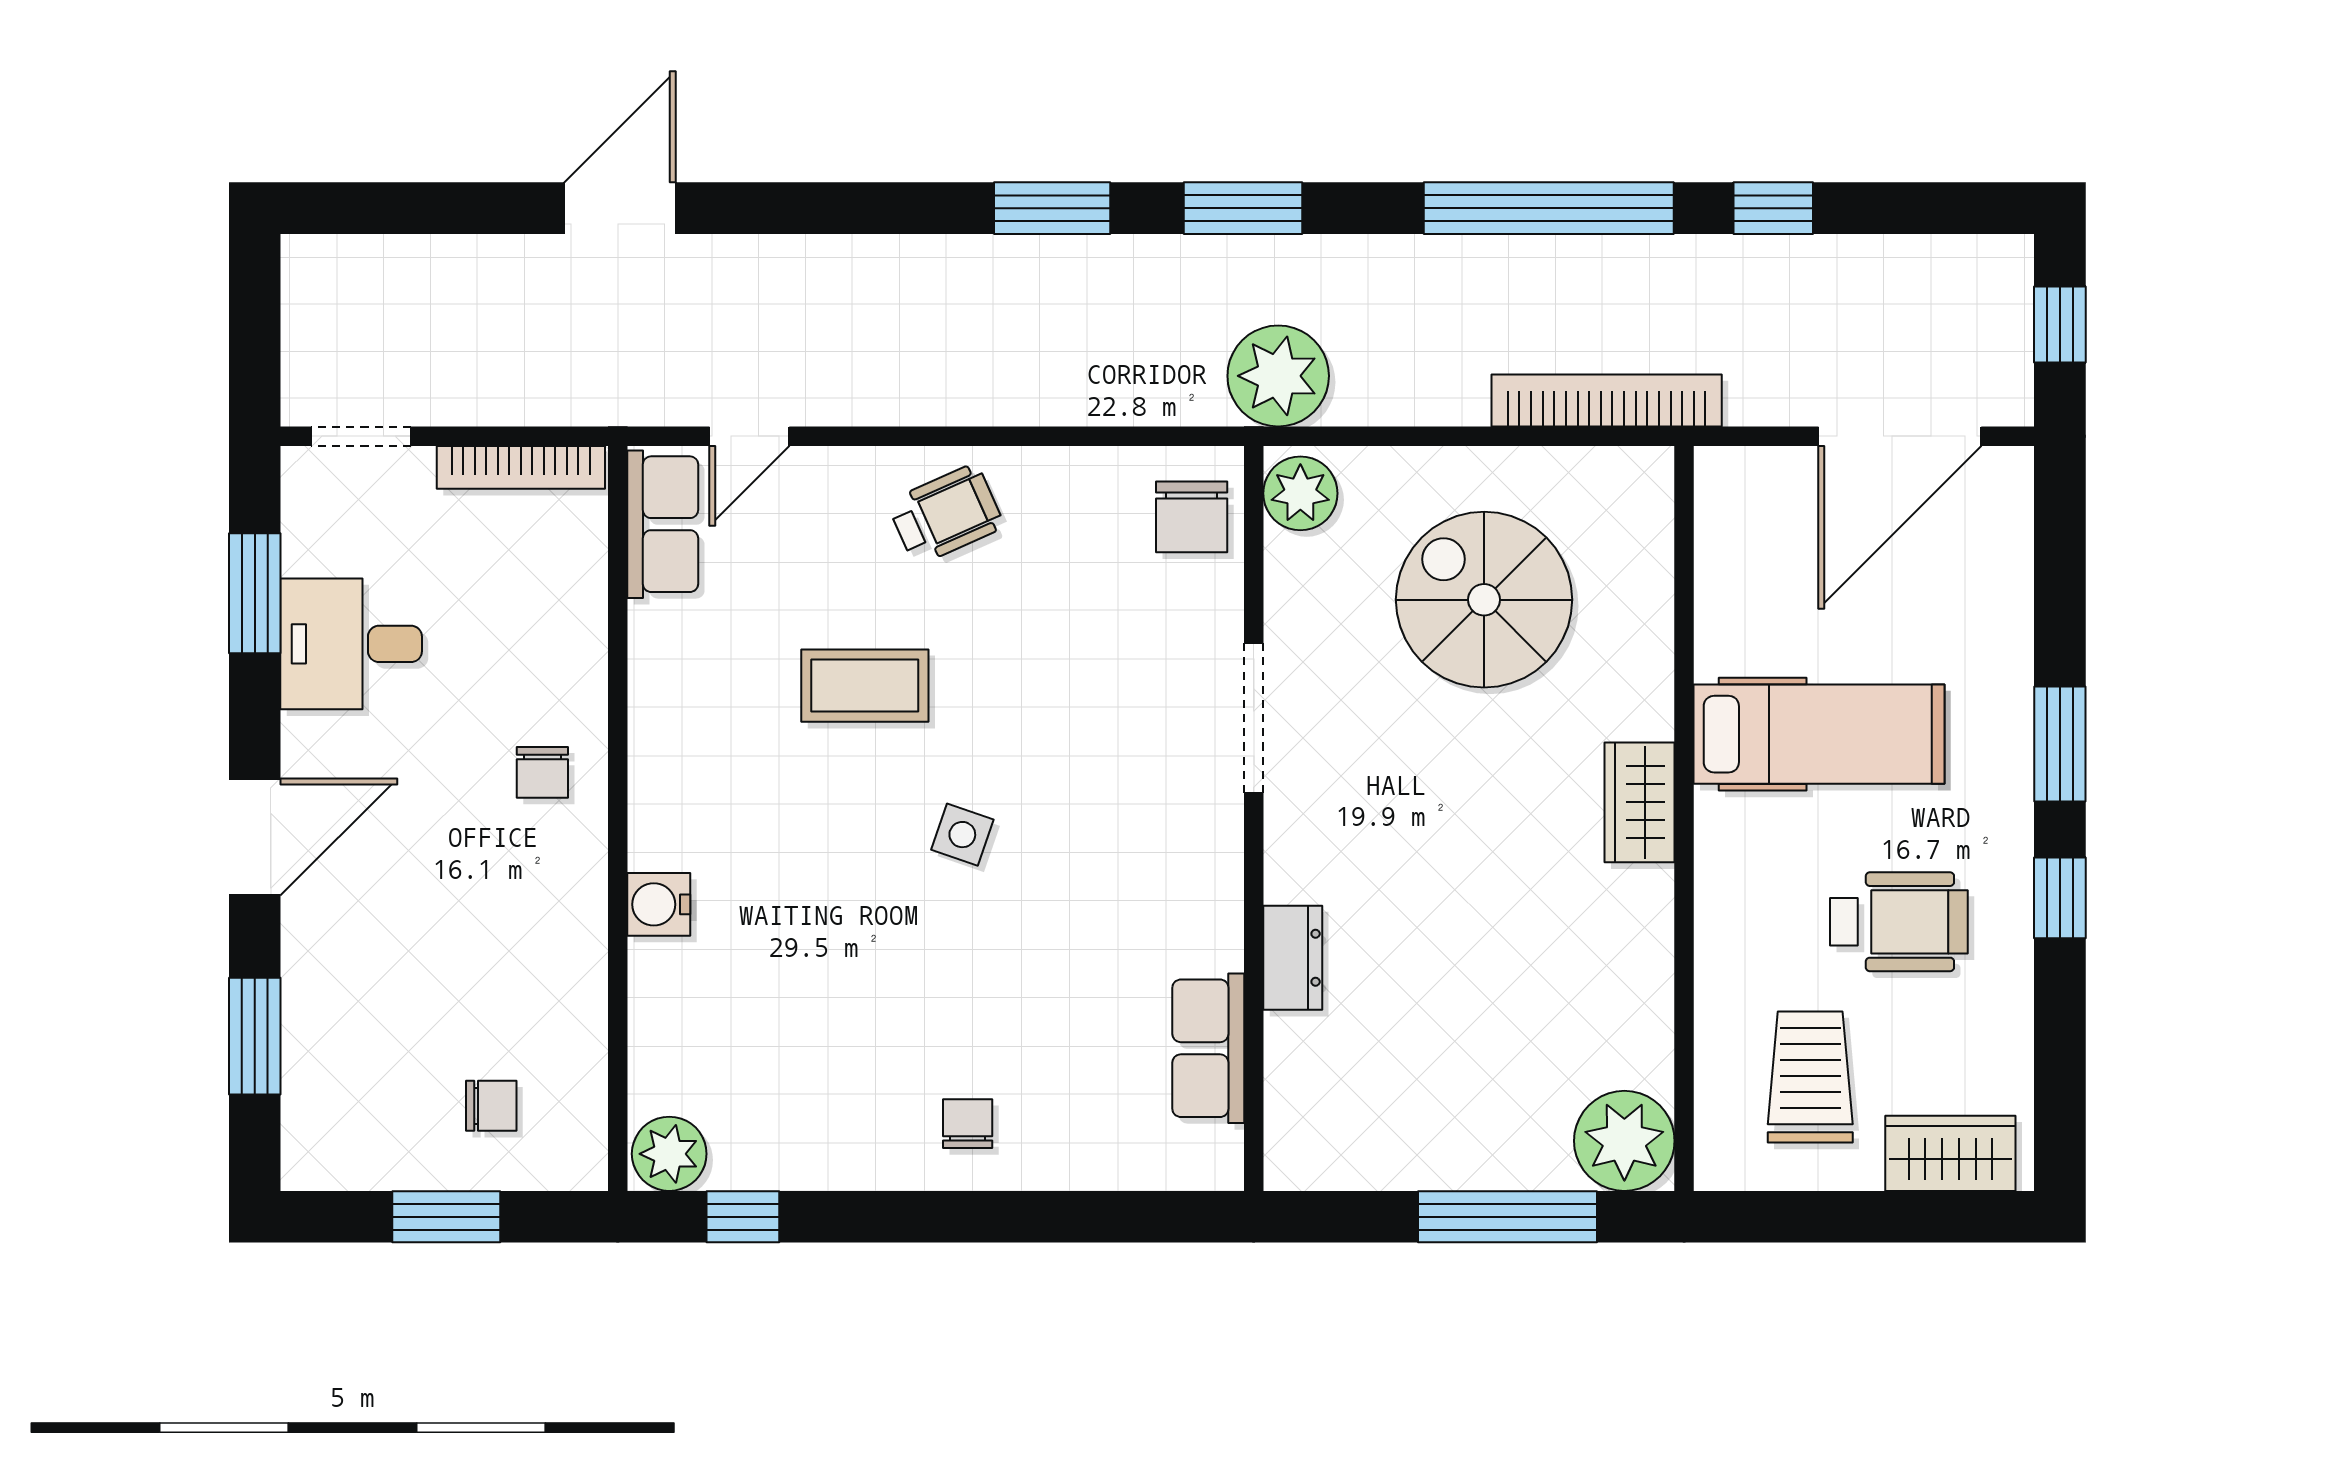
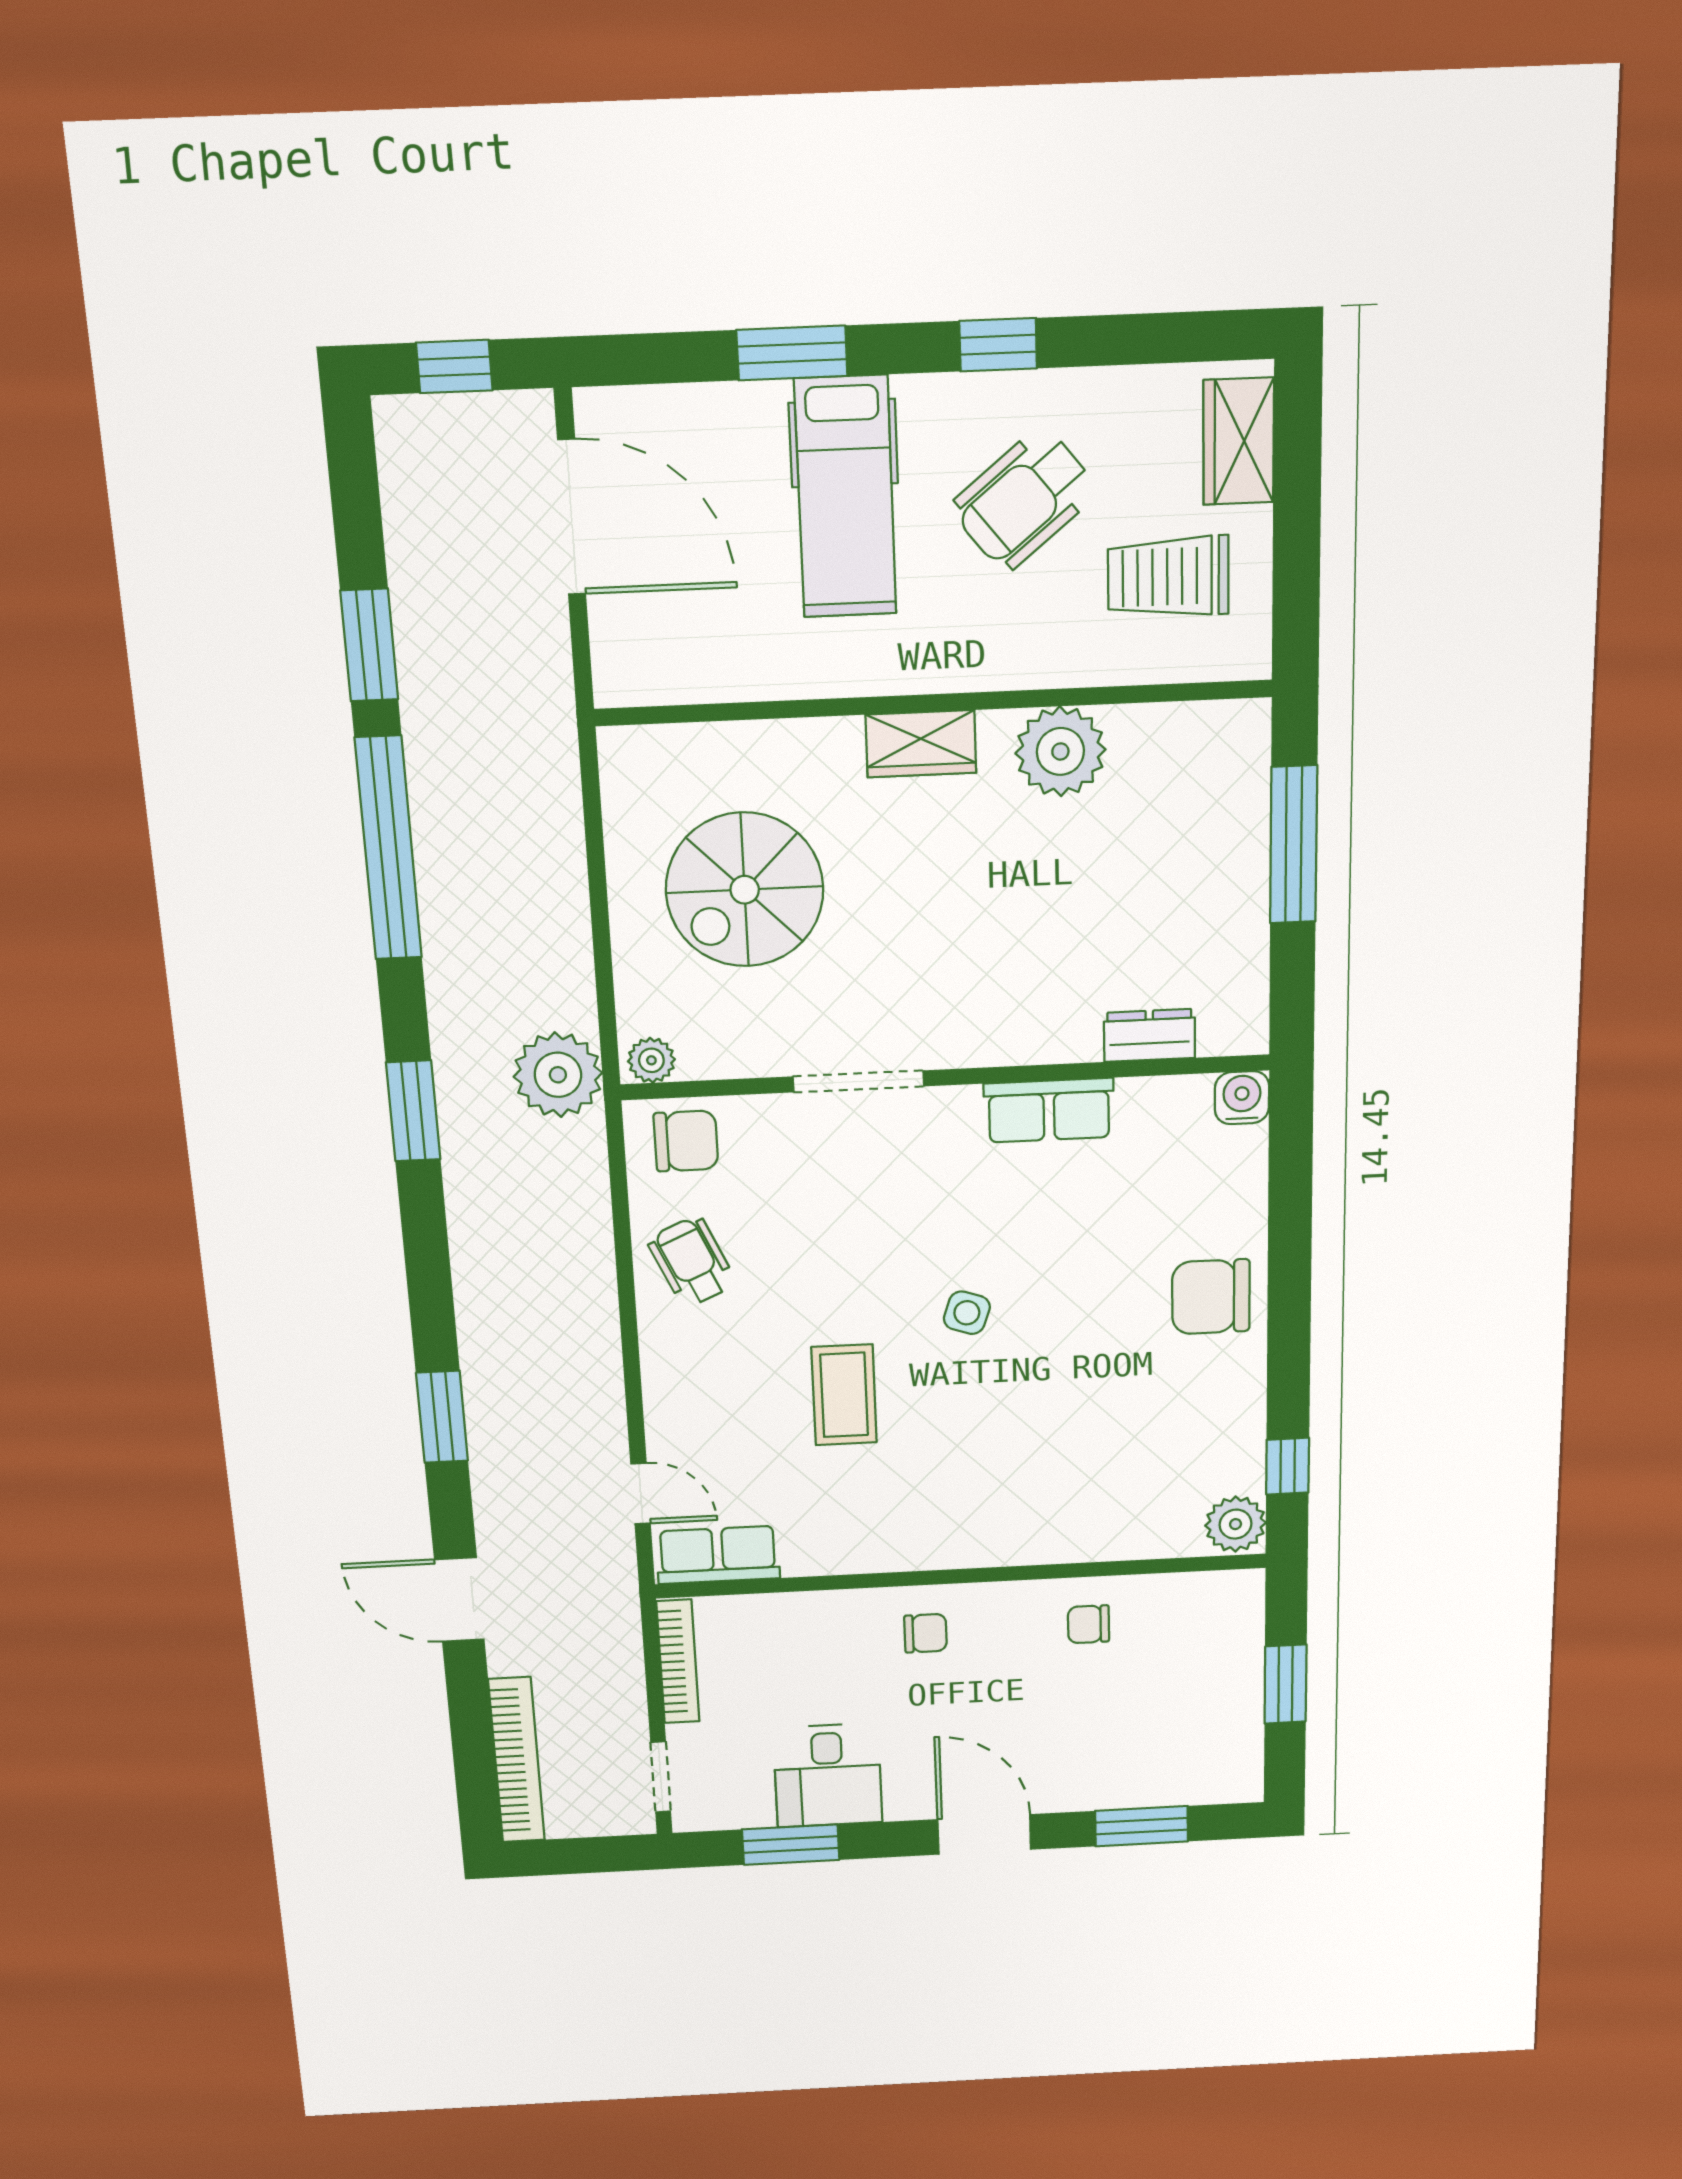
window: (1052, 208) -> (442, 1417), moved
window: (1773, 208) -> (369, 645), width x1.50
bookcase: (1607, 400) -> (517, 1760), moved, turned 180
plant: (1300, 493) -> (651, 1060), width x0.73, depth x0.73
wheelchair: (946, 515) -> (692, 1262), moved
hospital bed: (1819, 734) -> (846, 497), moved, turned 180
window: (2060, 744) -> (792, 353), moved
water cooler: (659, 904) -> (1242, 1098), moved, turned 180
wheelchair: (1899, 922) -> (1024, 499), turned -129
dresser: (1293, 958) -> (1149, 1035), moved
row of seats: (1208, 1048) -> (1049, 1110), moved
chair: (491, 1106) -> (1088, 1624), moved, turned -90
chair: (968, 1124) -> (1211, 1297), width x1.87, depth x1.87
plant: (1624, 1141) -> (1060, 751), moved

